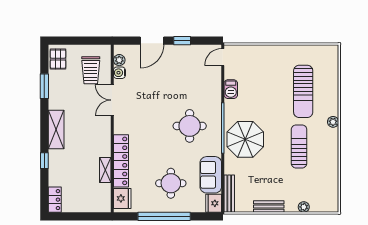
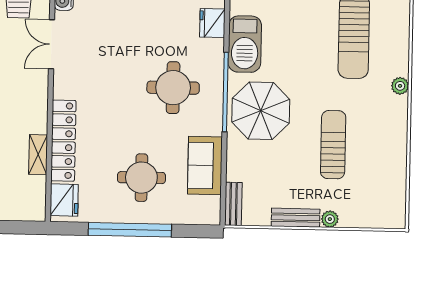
barbecue: (231, 89) -> (245, 44), width x1.88, depth x1.53
sun lounger: (299, 146) -> (333, 145), moved
bench: (229, 194) -> (233, 204), width x0.73
fridge: (214, 203) -> (212, 23), moved
plant: (304, 207) -> (330, 219), moved

